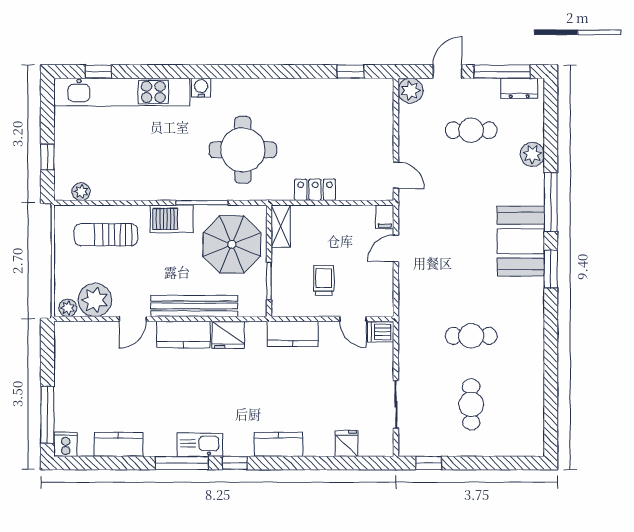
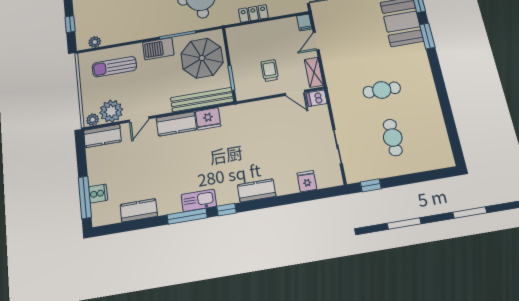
shelving: (281, 226) -> (314, 72), moved
bench: (194, 306) -> (202, 100), moved
kitchen counter: (293, 334) -> (102, 136), moved
cooker: (66, 444) -> (98, 194), moved, turned 90

